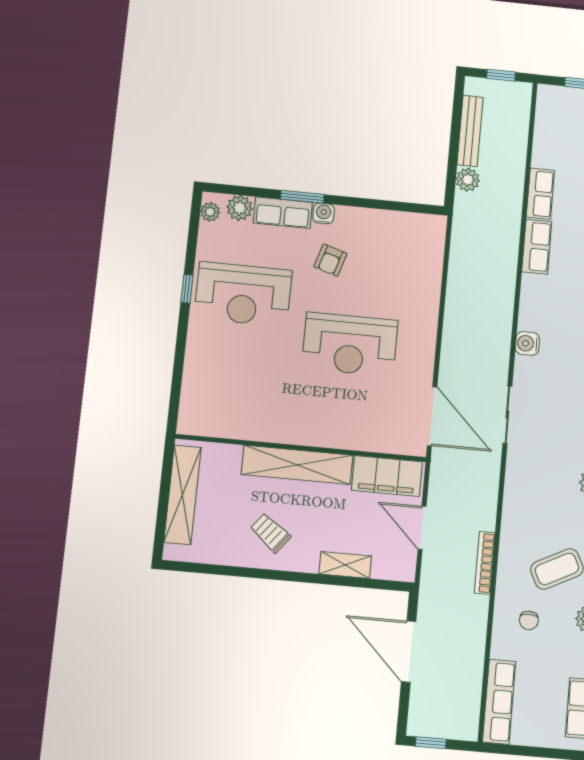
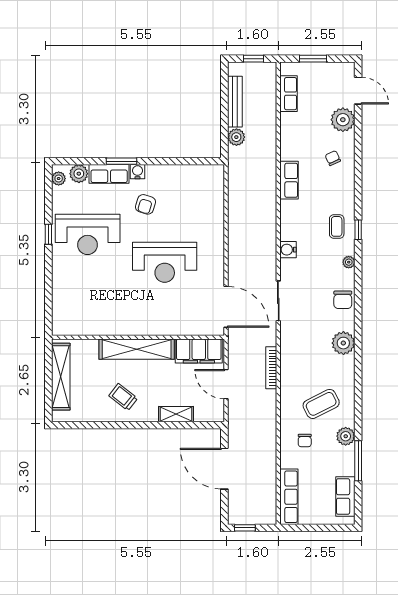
row of seats: (540, 194) -> (288, 94), moved
bookcase: (485, 563) -> (271, 368), moved

